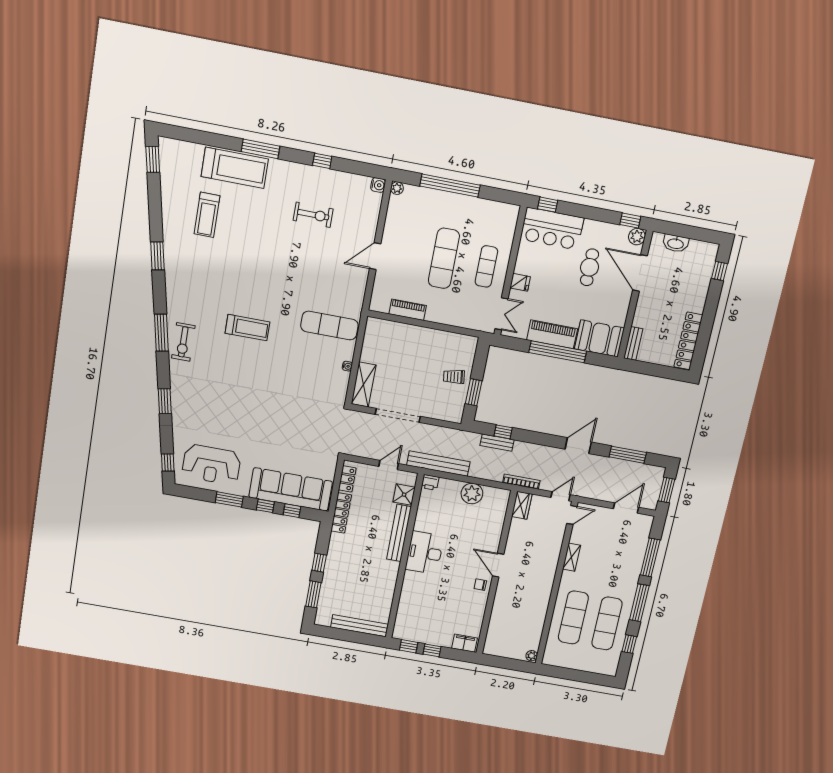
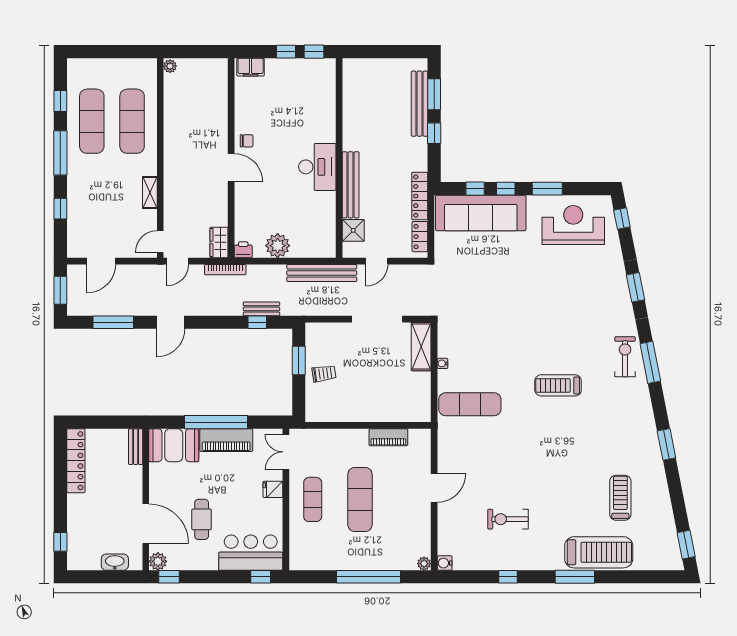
treadmill: (235, 168) -> (599, 552), turned 180
printer: (430, 482) -> (243, 250), moved
window: (650, 557) -> (60, 209), width x0.46
bench: (359, 626) -> (420, 104), moved, turned 90

